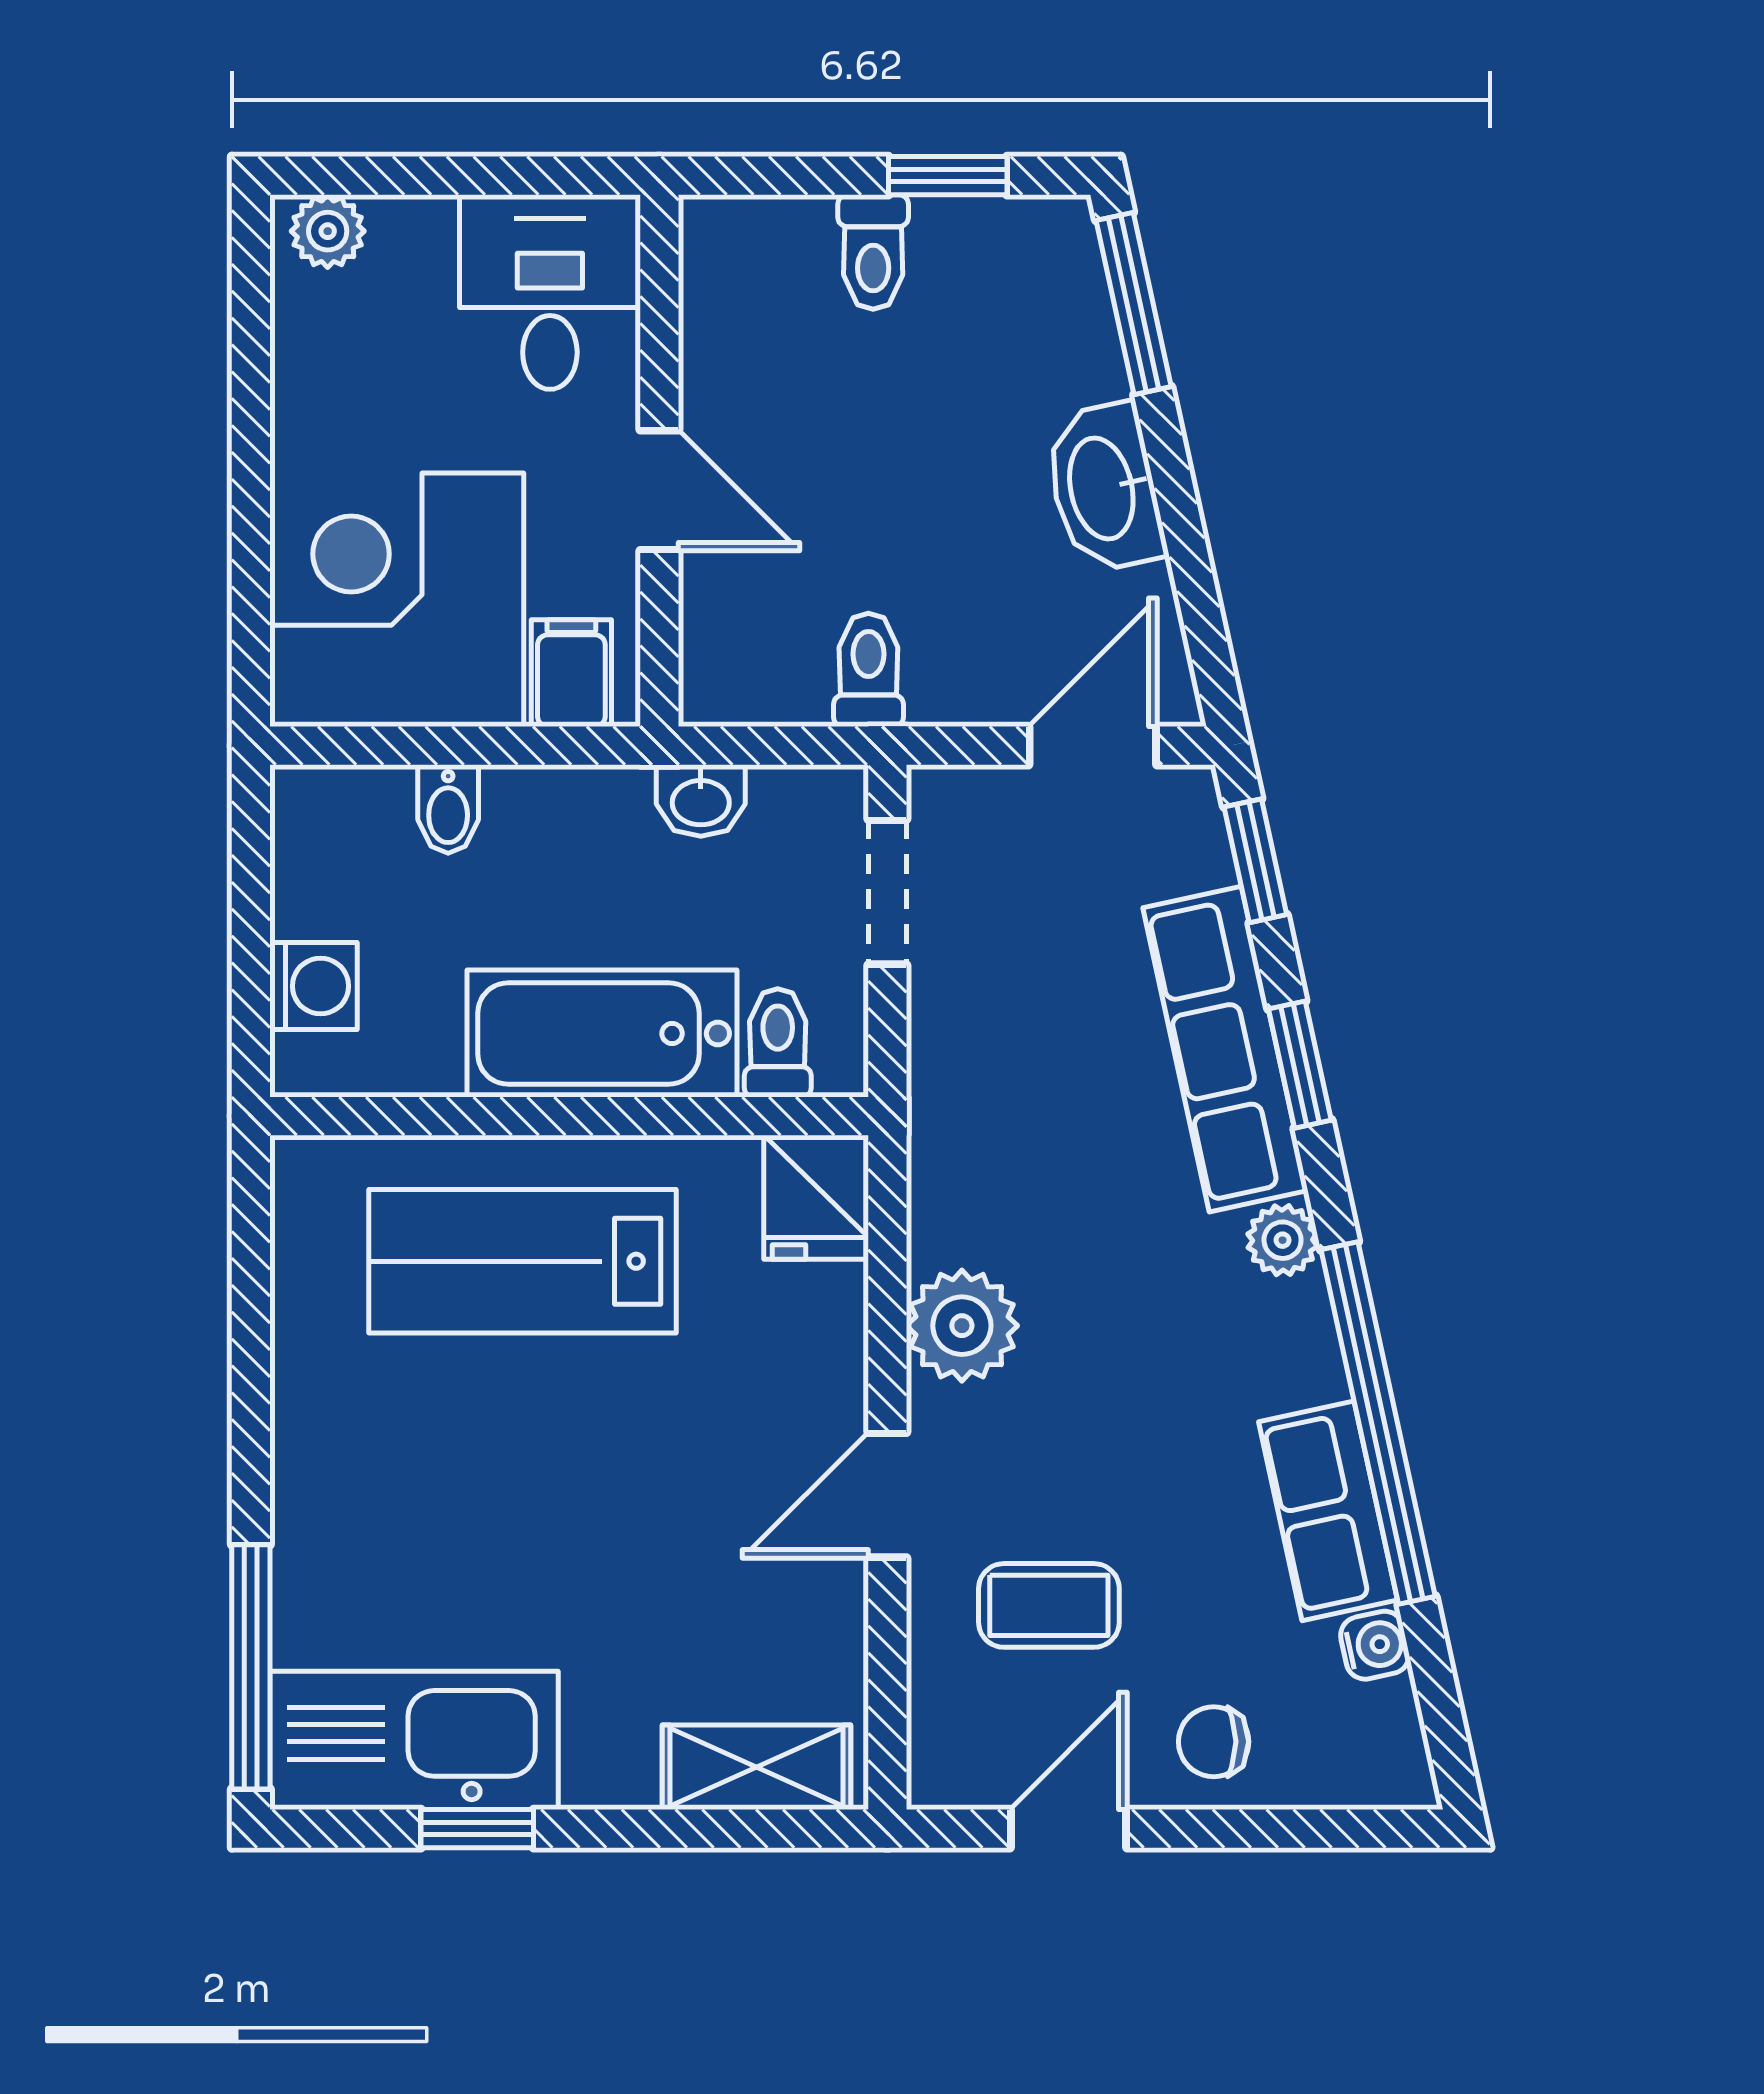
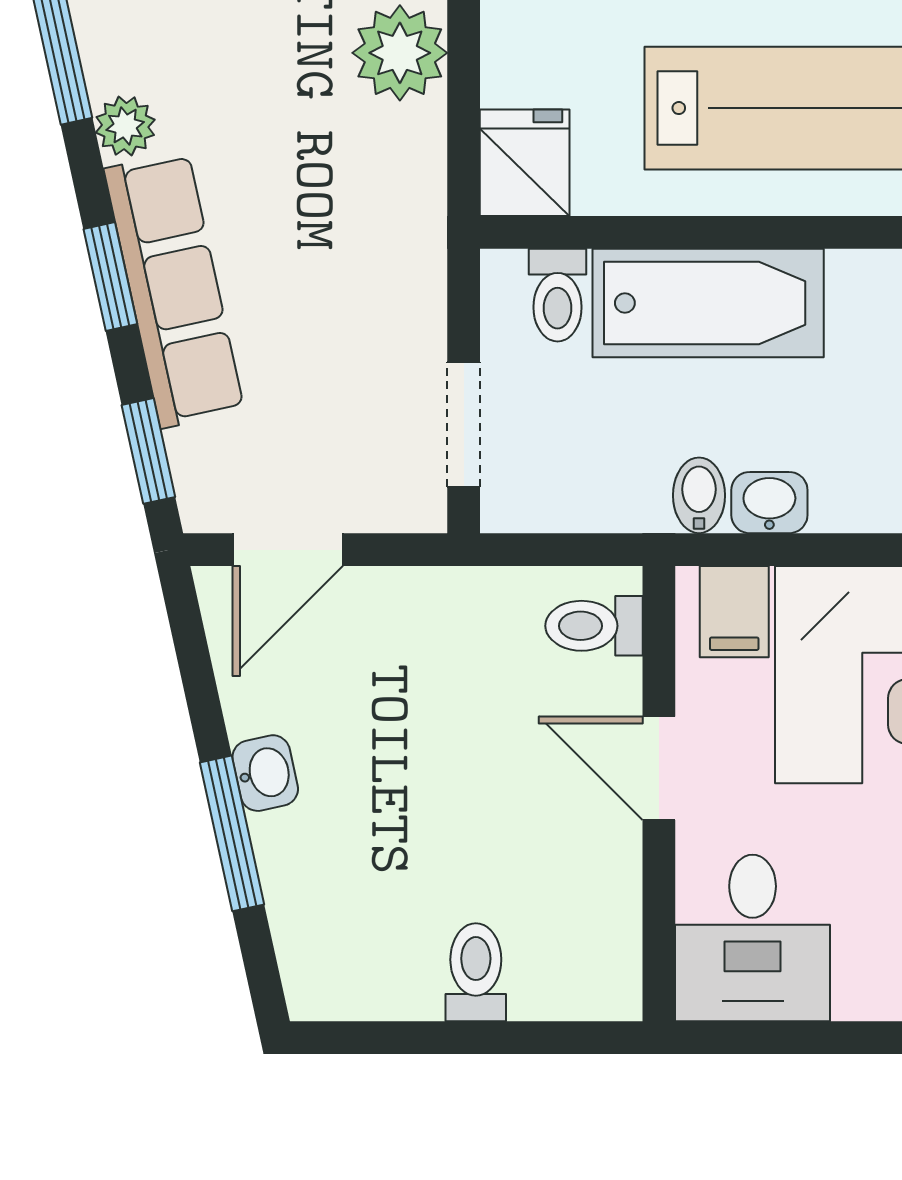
window: (948, 176) -> (412, 1038), removed
window: (1134, 303) -> (232, 833), moved
washbasin: (1104, 488) -> (265, 773), width x0.52, depth x0.69
toilet: (868, 670) -> (594, 626), moved, turned 90
washbasin: (701, 801) -> (769, 503), moved
bidet: (448, 809) -> (699, 495), moved

